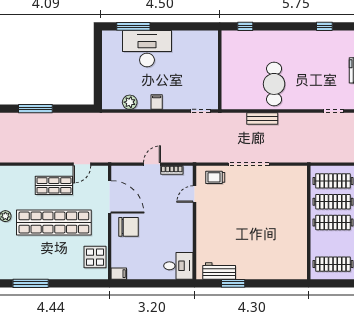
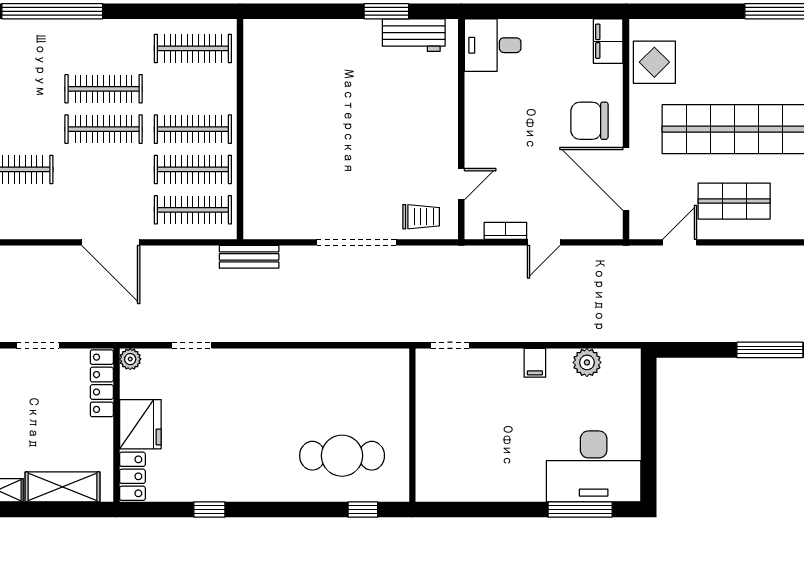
desk: (147, 49) -> (594, 466), moved
cafe table: (274, 84) -> (342, 456), moved, turned 90
bench: (262, 119) -> (249, 257), moved
filing cabinet: (119, 274) -> (608, 41), width x2.00

